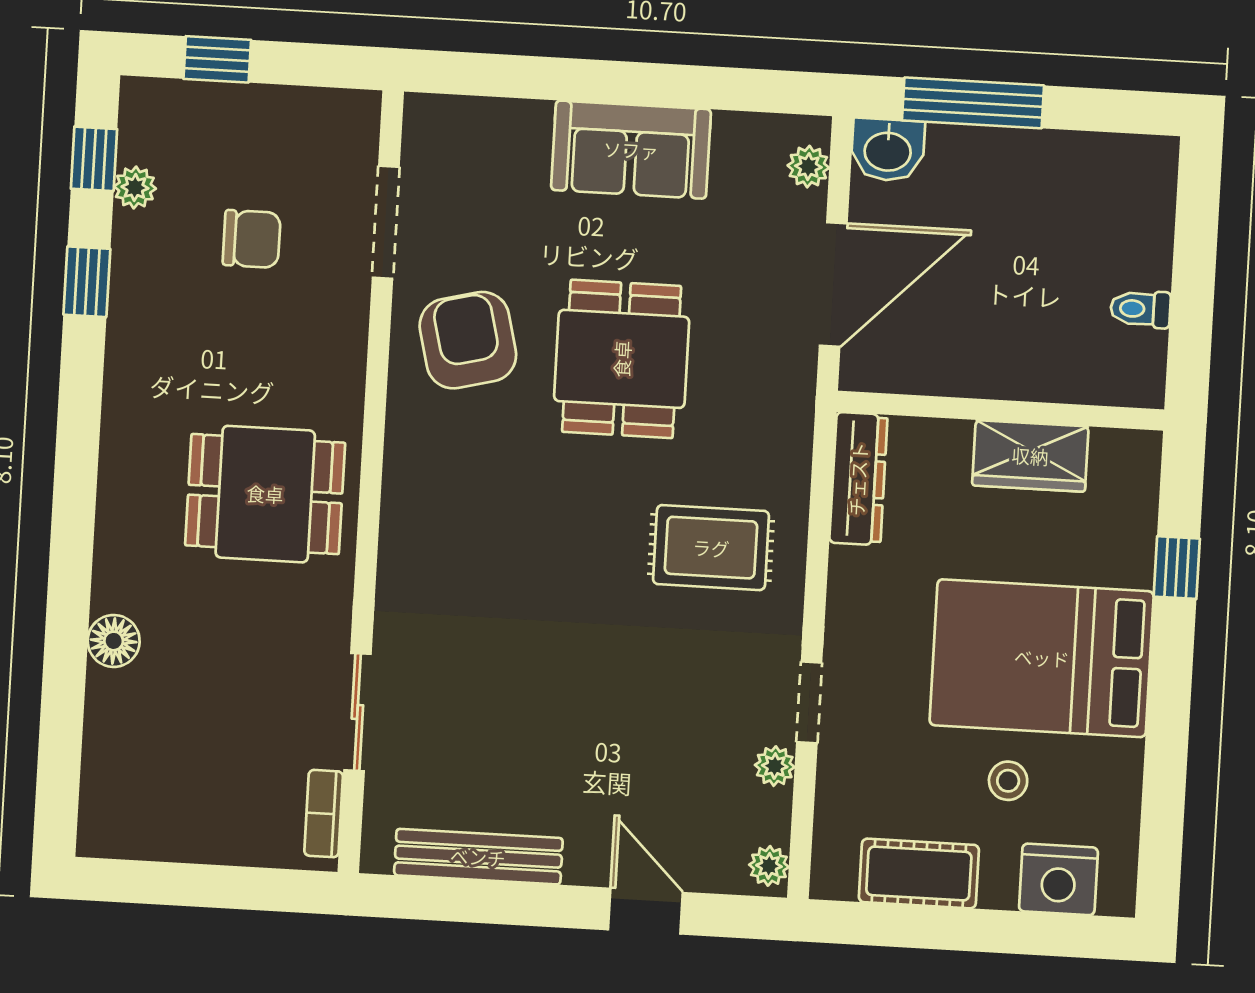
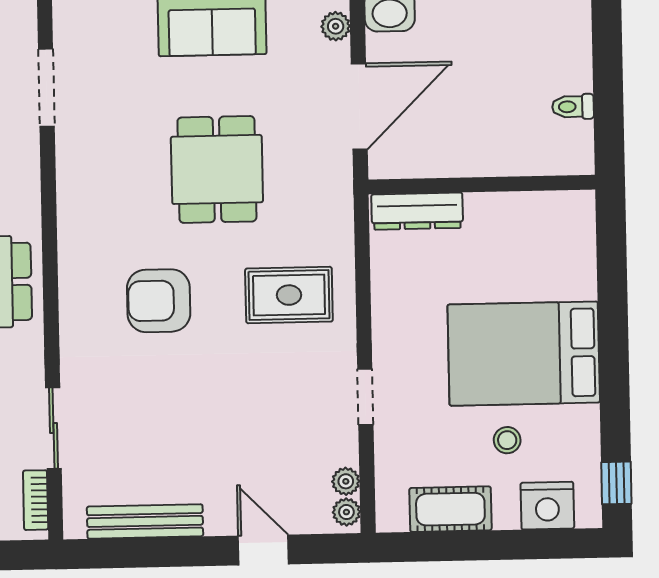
armchair: (468, 340) -> (159, 301), moved, turned -76
wardrobe: (1030, 456) -> (505, 214), removed
dresser: (858, 479) -> (417, 211), moved, turned 90
window: (1177, 568) -> (616, 483), moved
plant: (775, 766) -> (346, 481), moved

